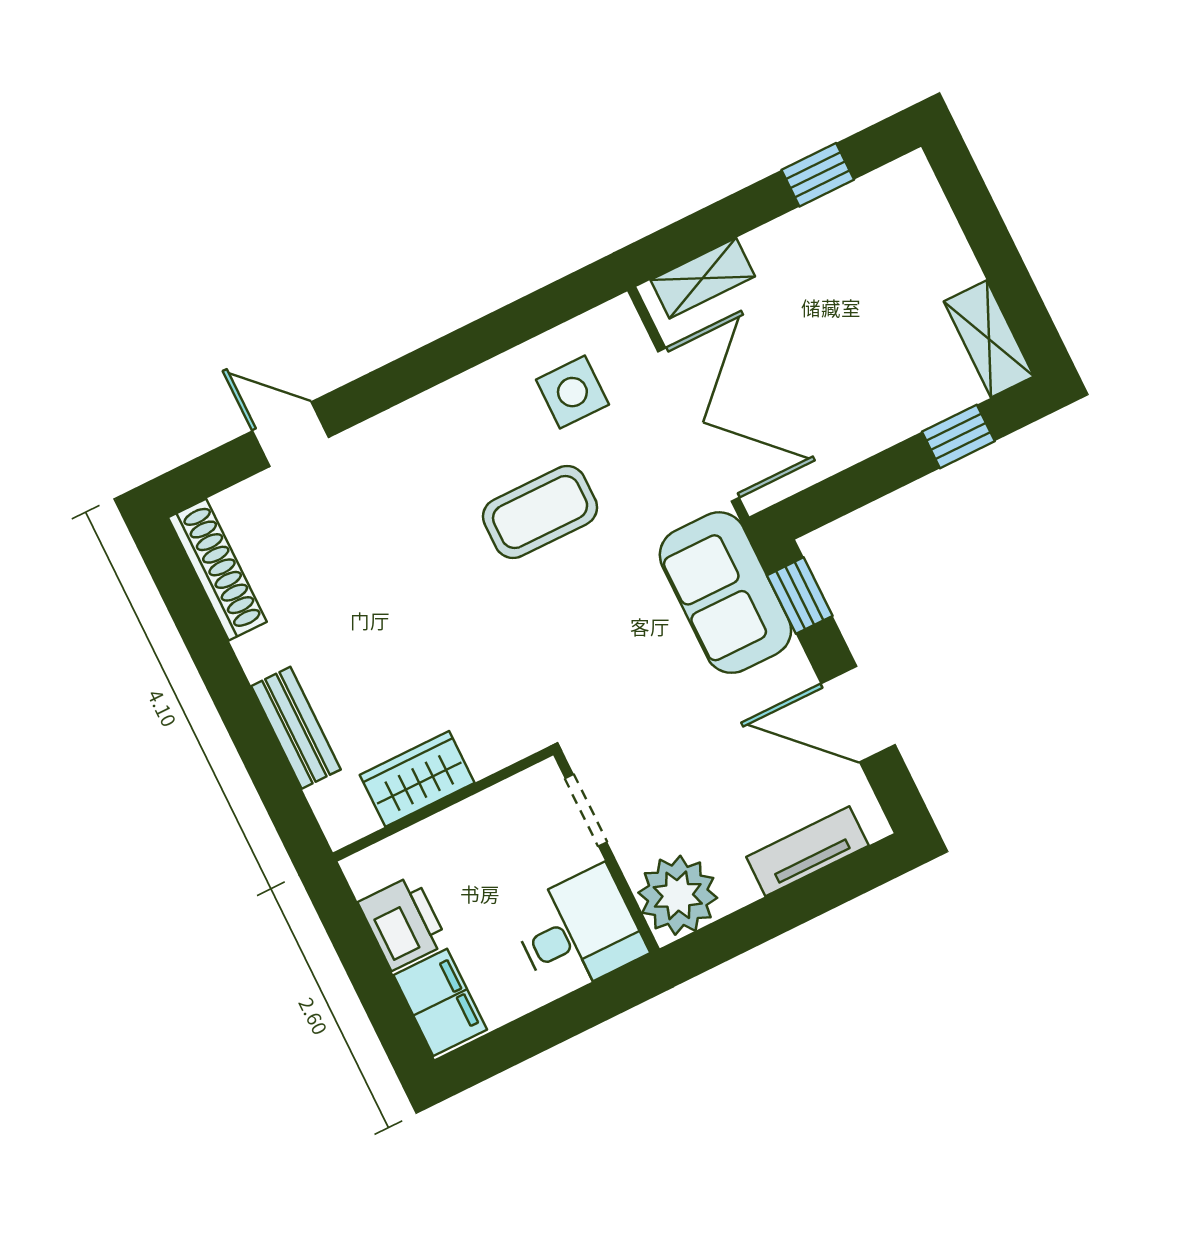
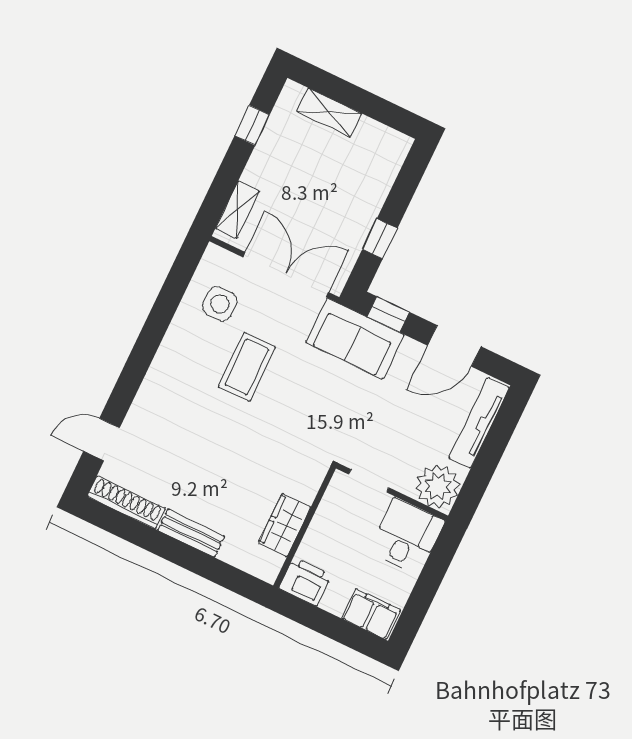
shelving: (989, 339) -> (329, 113), moved
door: (291, 434) -> (102, 439), moved
window: (958, 436) -> (380, 239), moved
bench: (296, 728) -> (191, 533), moved
tv unit: (807, 851) -> (479, 423), width x1.41
printer: (403, 923) -> (305, 582), moved

